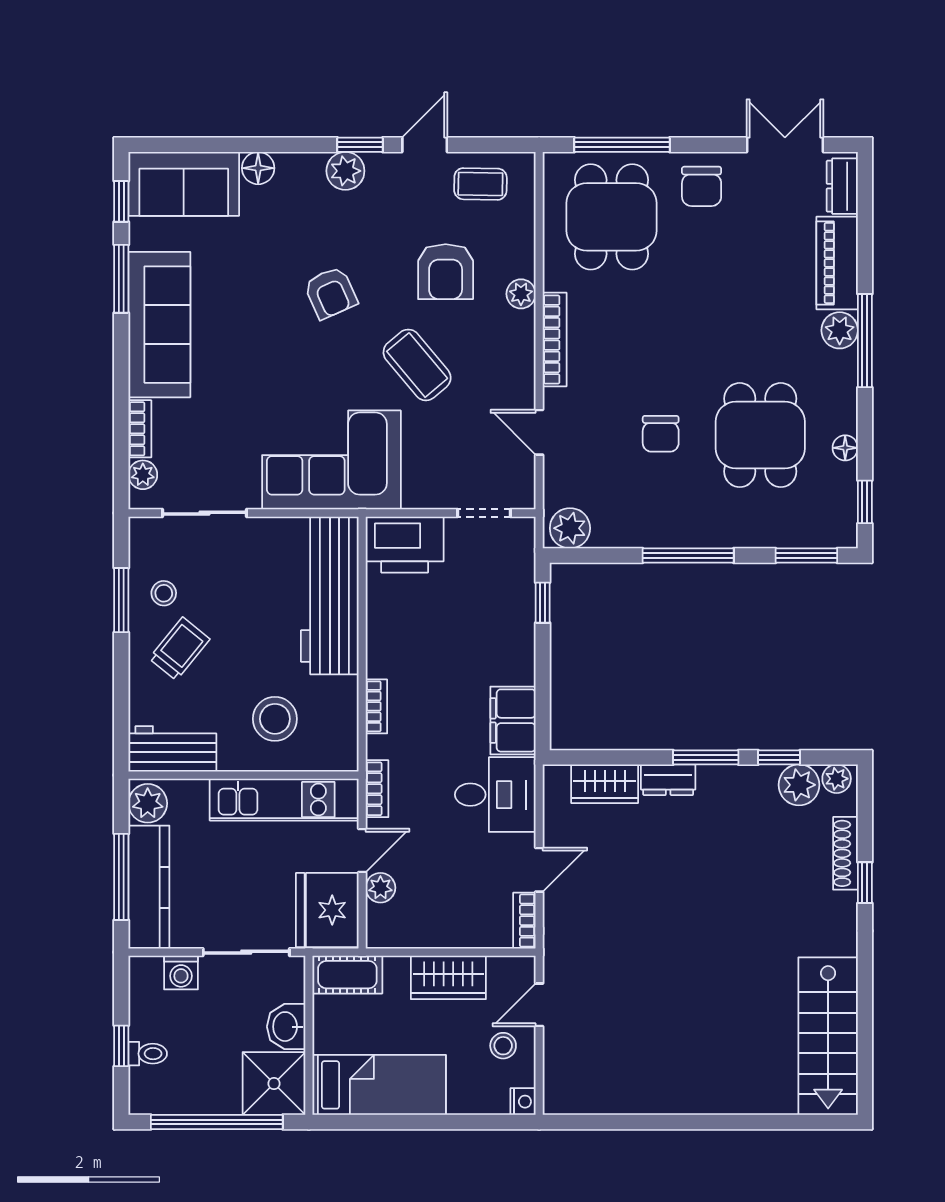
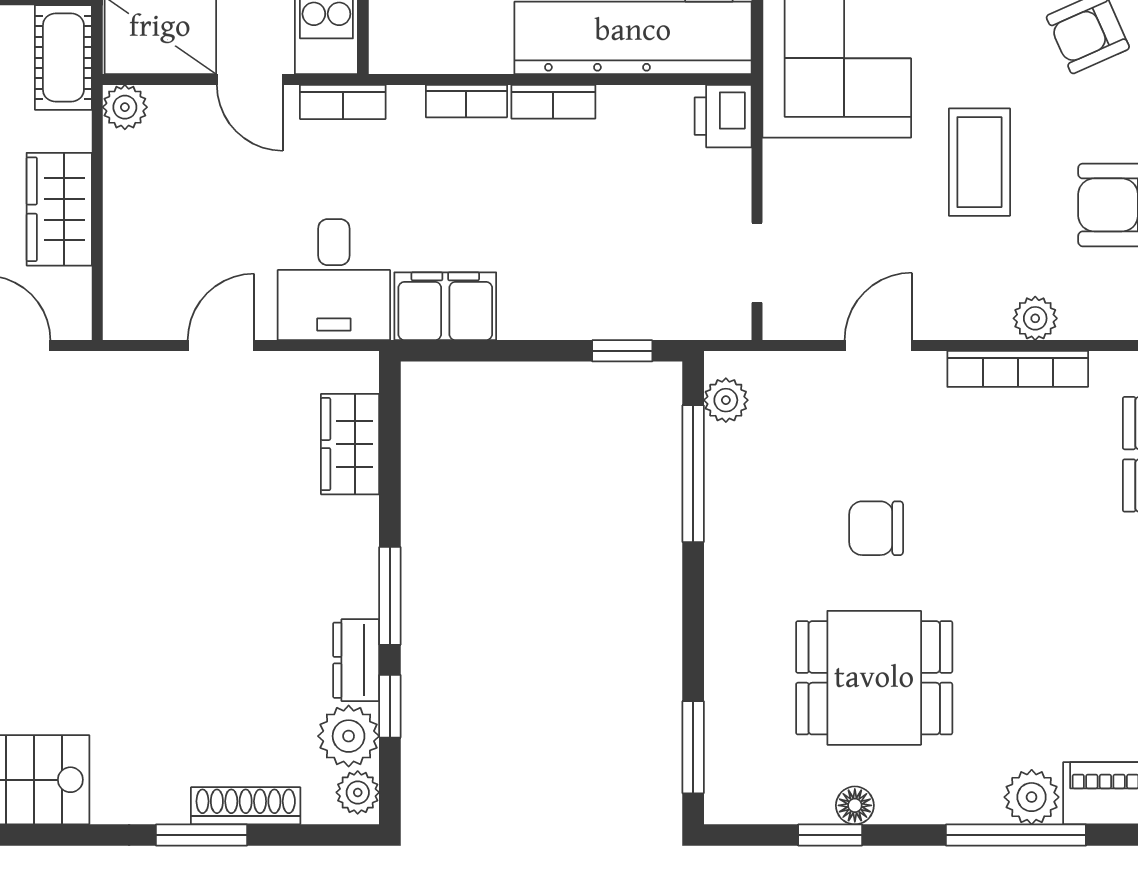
plant: (521, 294) -> (1035, 318), moved
coffee table: (417, 365) -> (979, 162), turned -50
window: (865, 502) -> (830, 835), moved
plant: (570, 528) -> (726, 400), width x0.73, depth x0.73
printer: (405, 545) -> (723, 116), width x0.53, depth x0.68
window: (688, 556) -> (693, 474), moved
dresser: (668, 780) -> (356, 660), moved
door: (539, 870) -> (221, 346), swing flipped
window: (865, 883) -> (202, 835), width x1.50
plant: (380, 888) -> (125, 107), moved
bookcase: (524, 921) -> (553, 102), moved, turned 180

